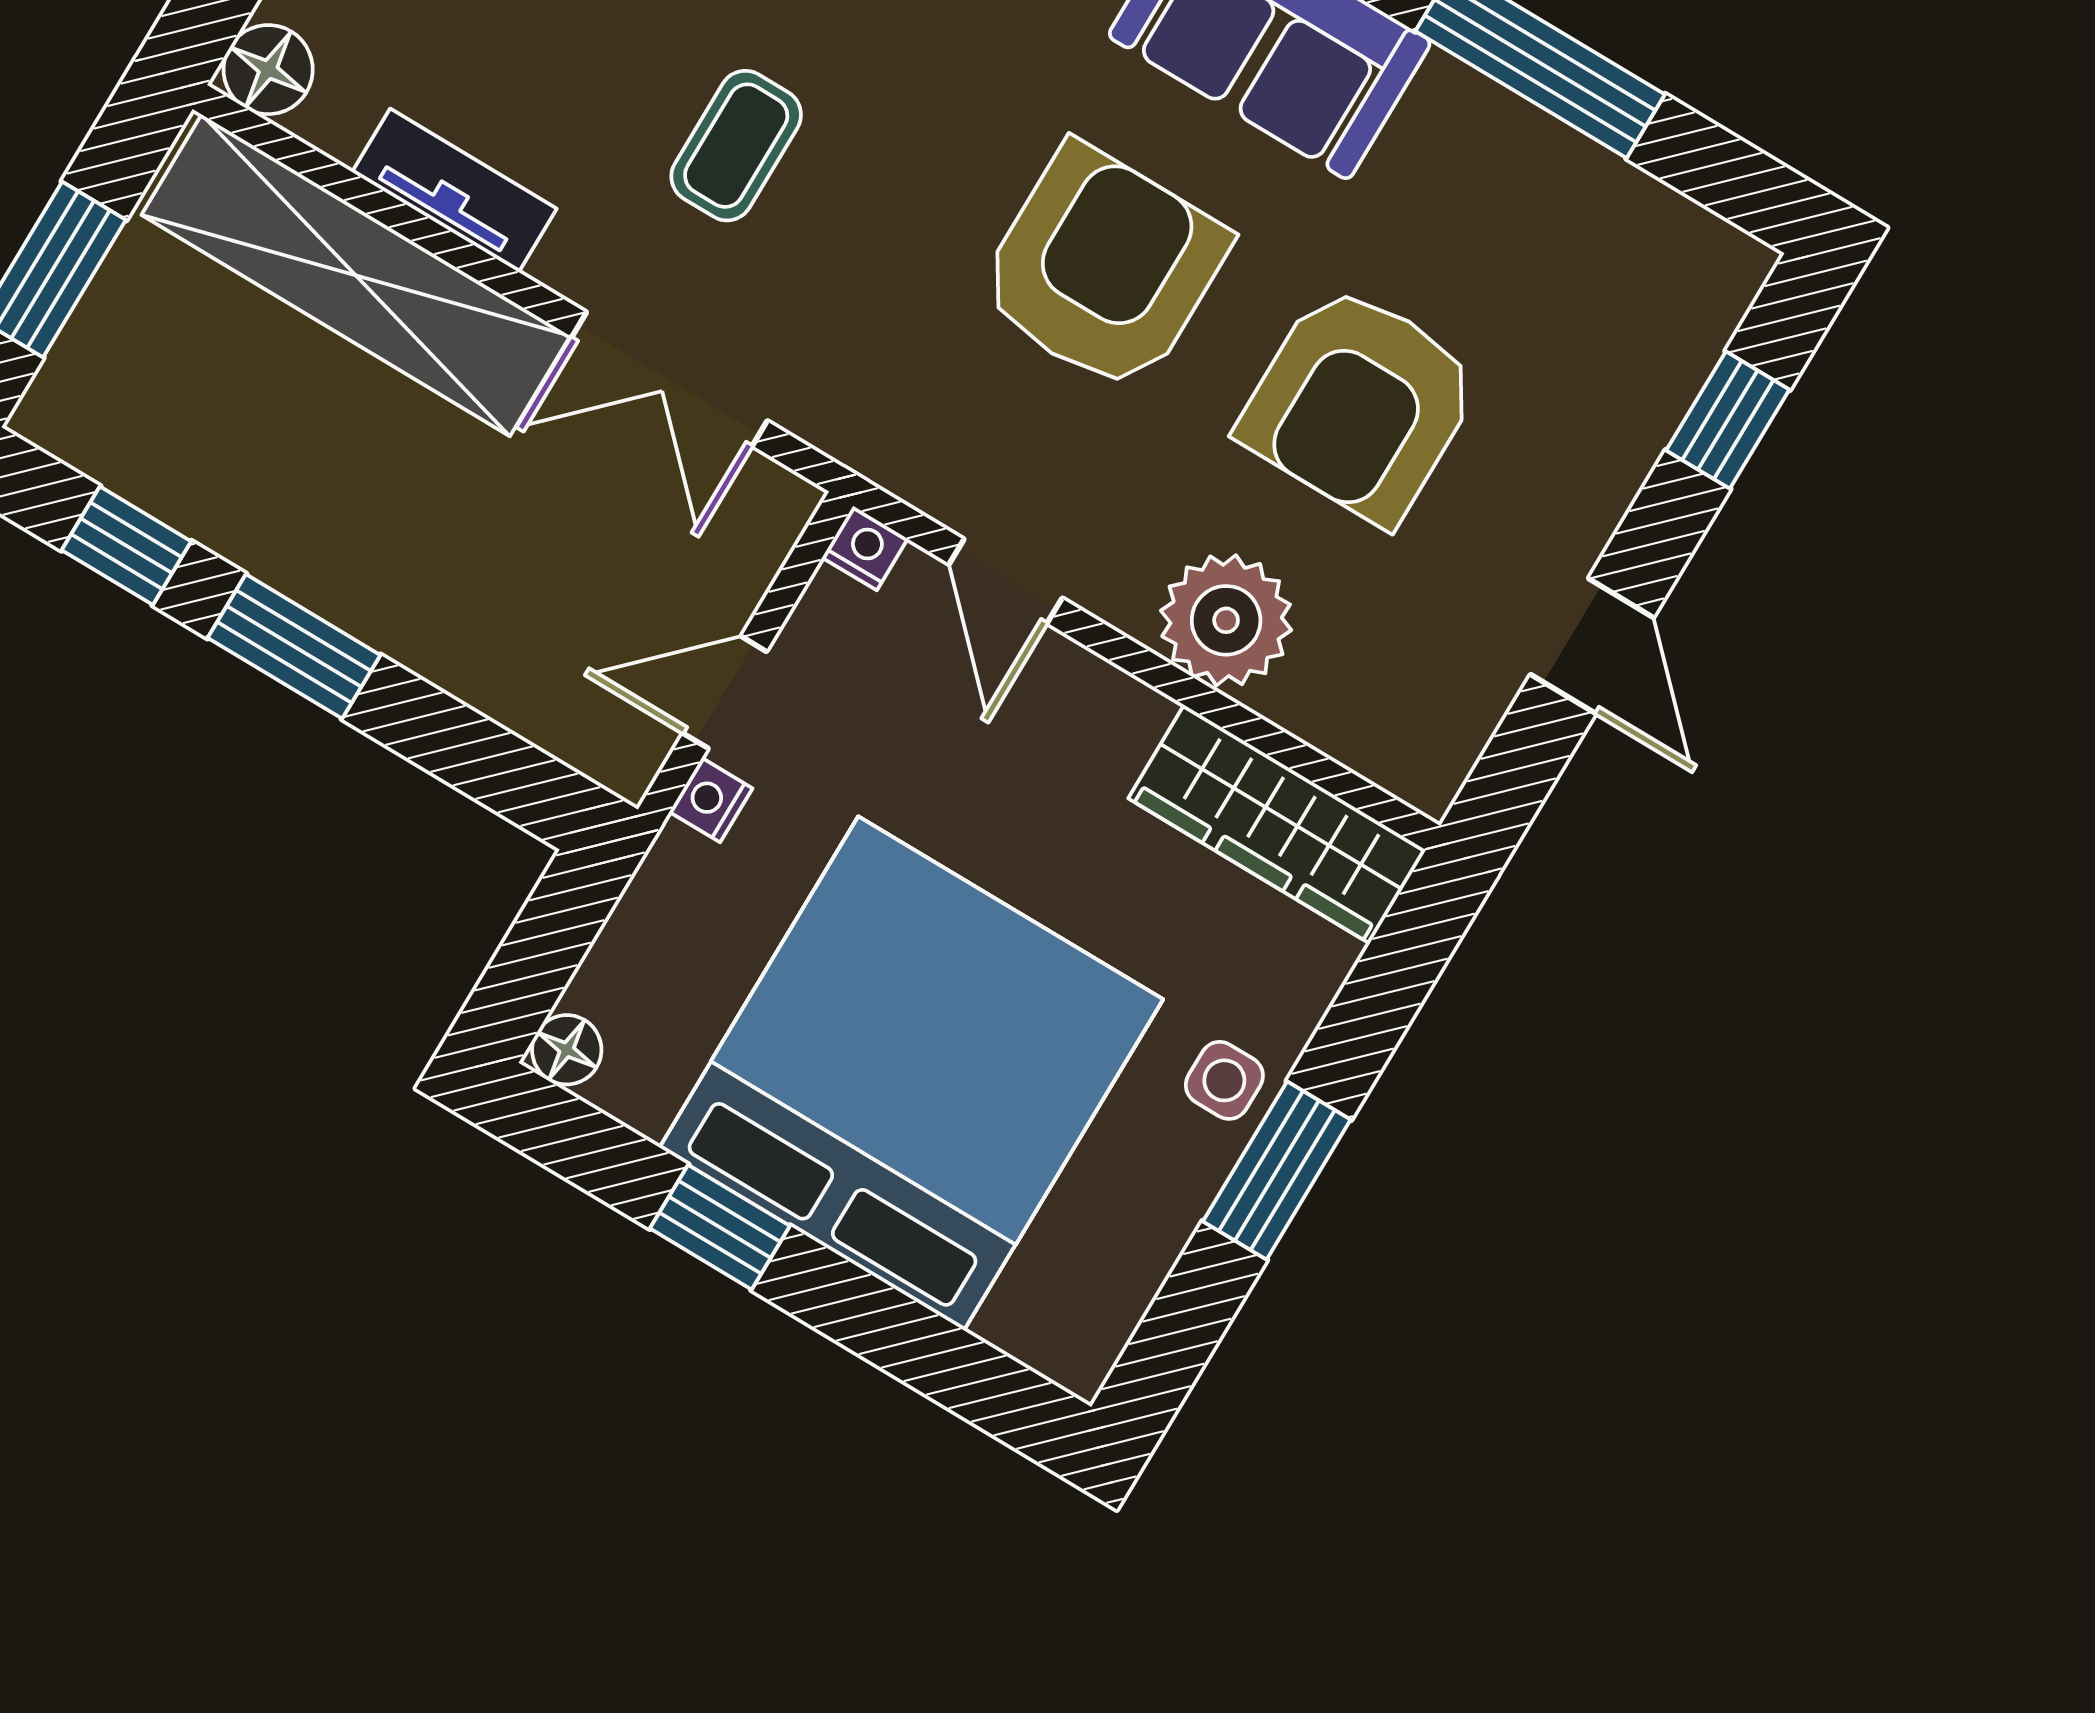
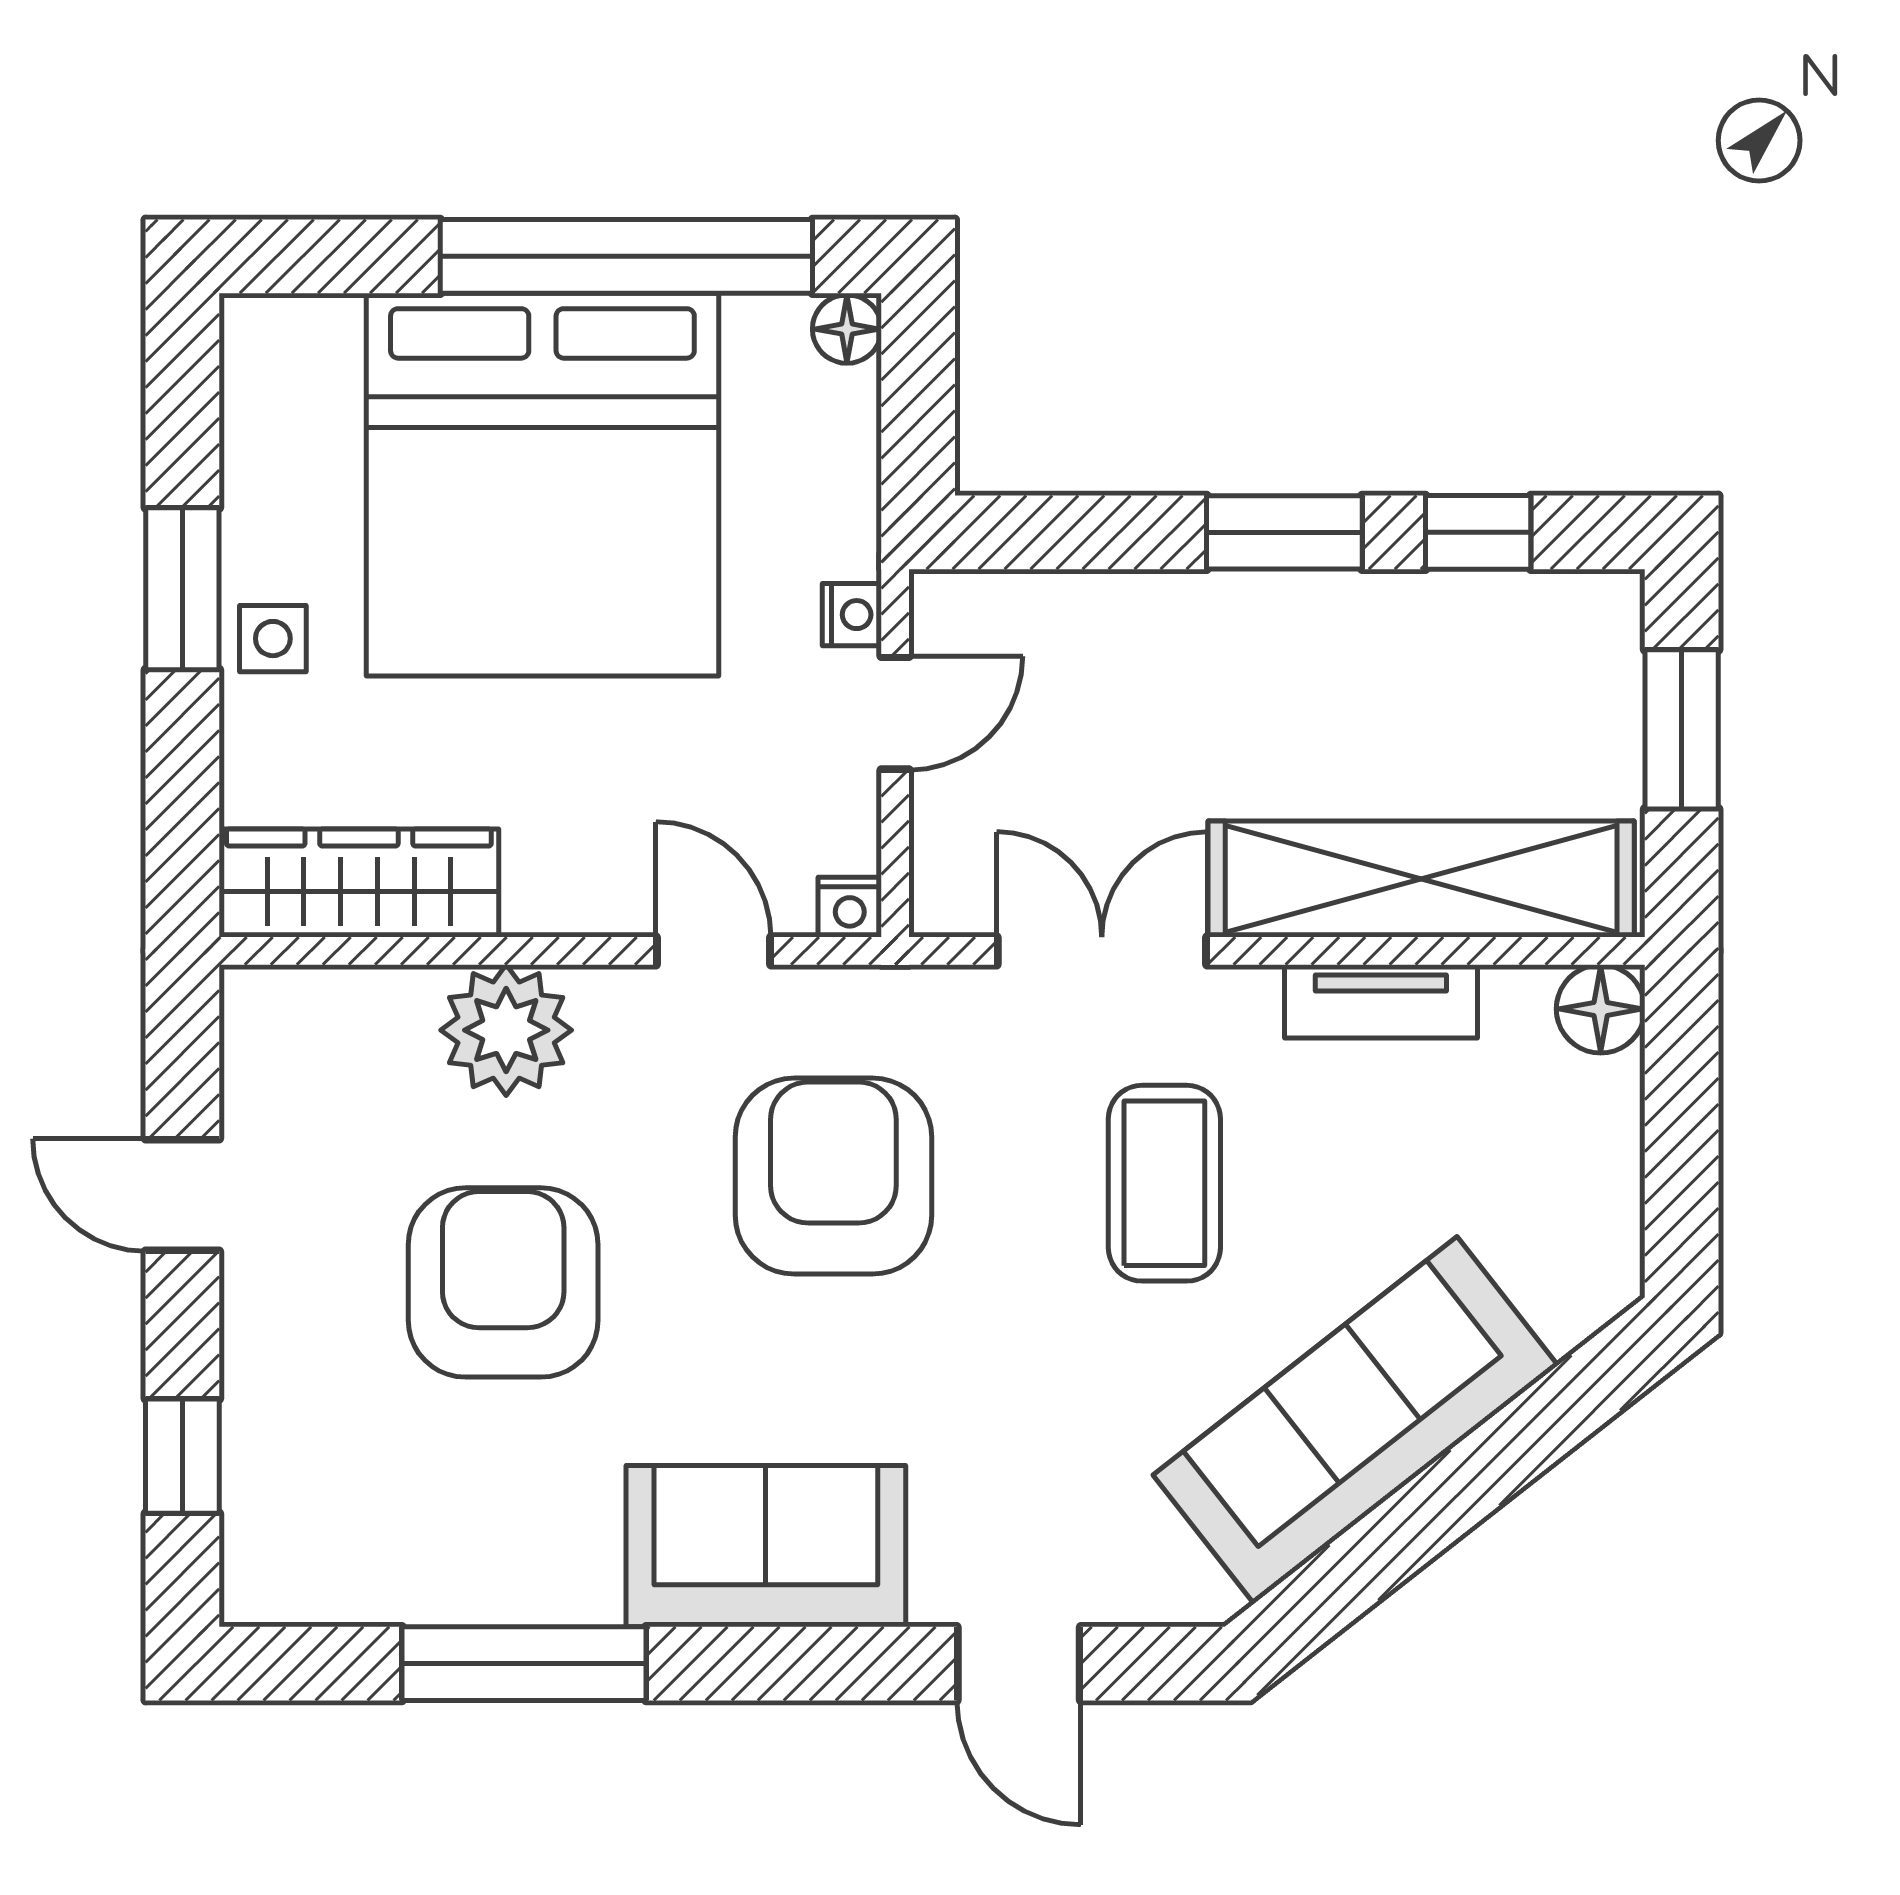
coffee table: (736, 146) -> (1164, 1183), width x1.36, depth x1.30
armchair: (1103, 269) -> (833, 1176), moved, turned 180
window: (720, 1227) -> (626, 256), width x3.17

